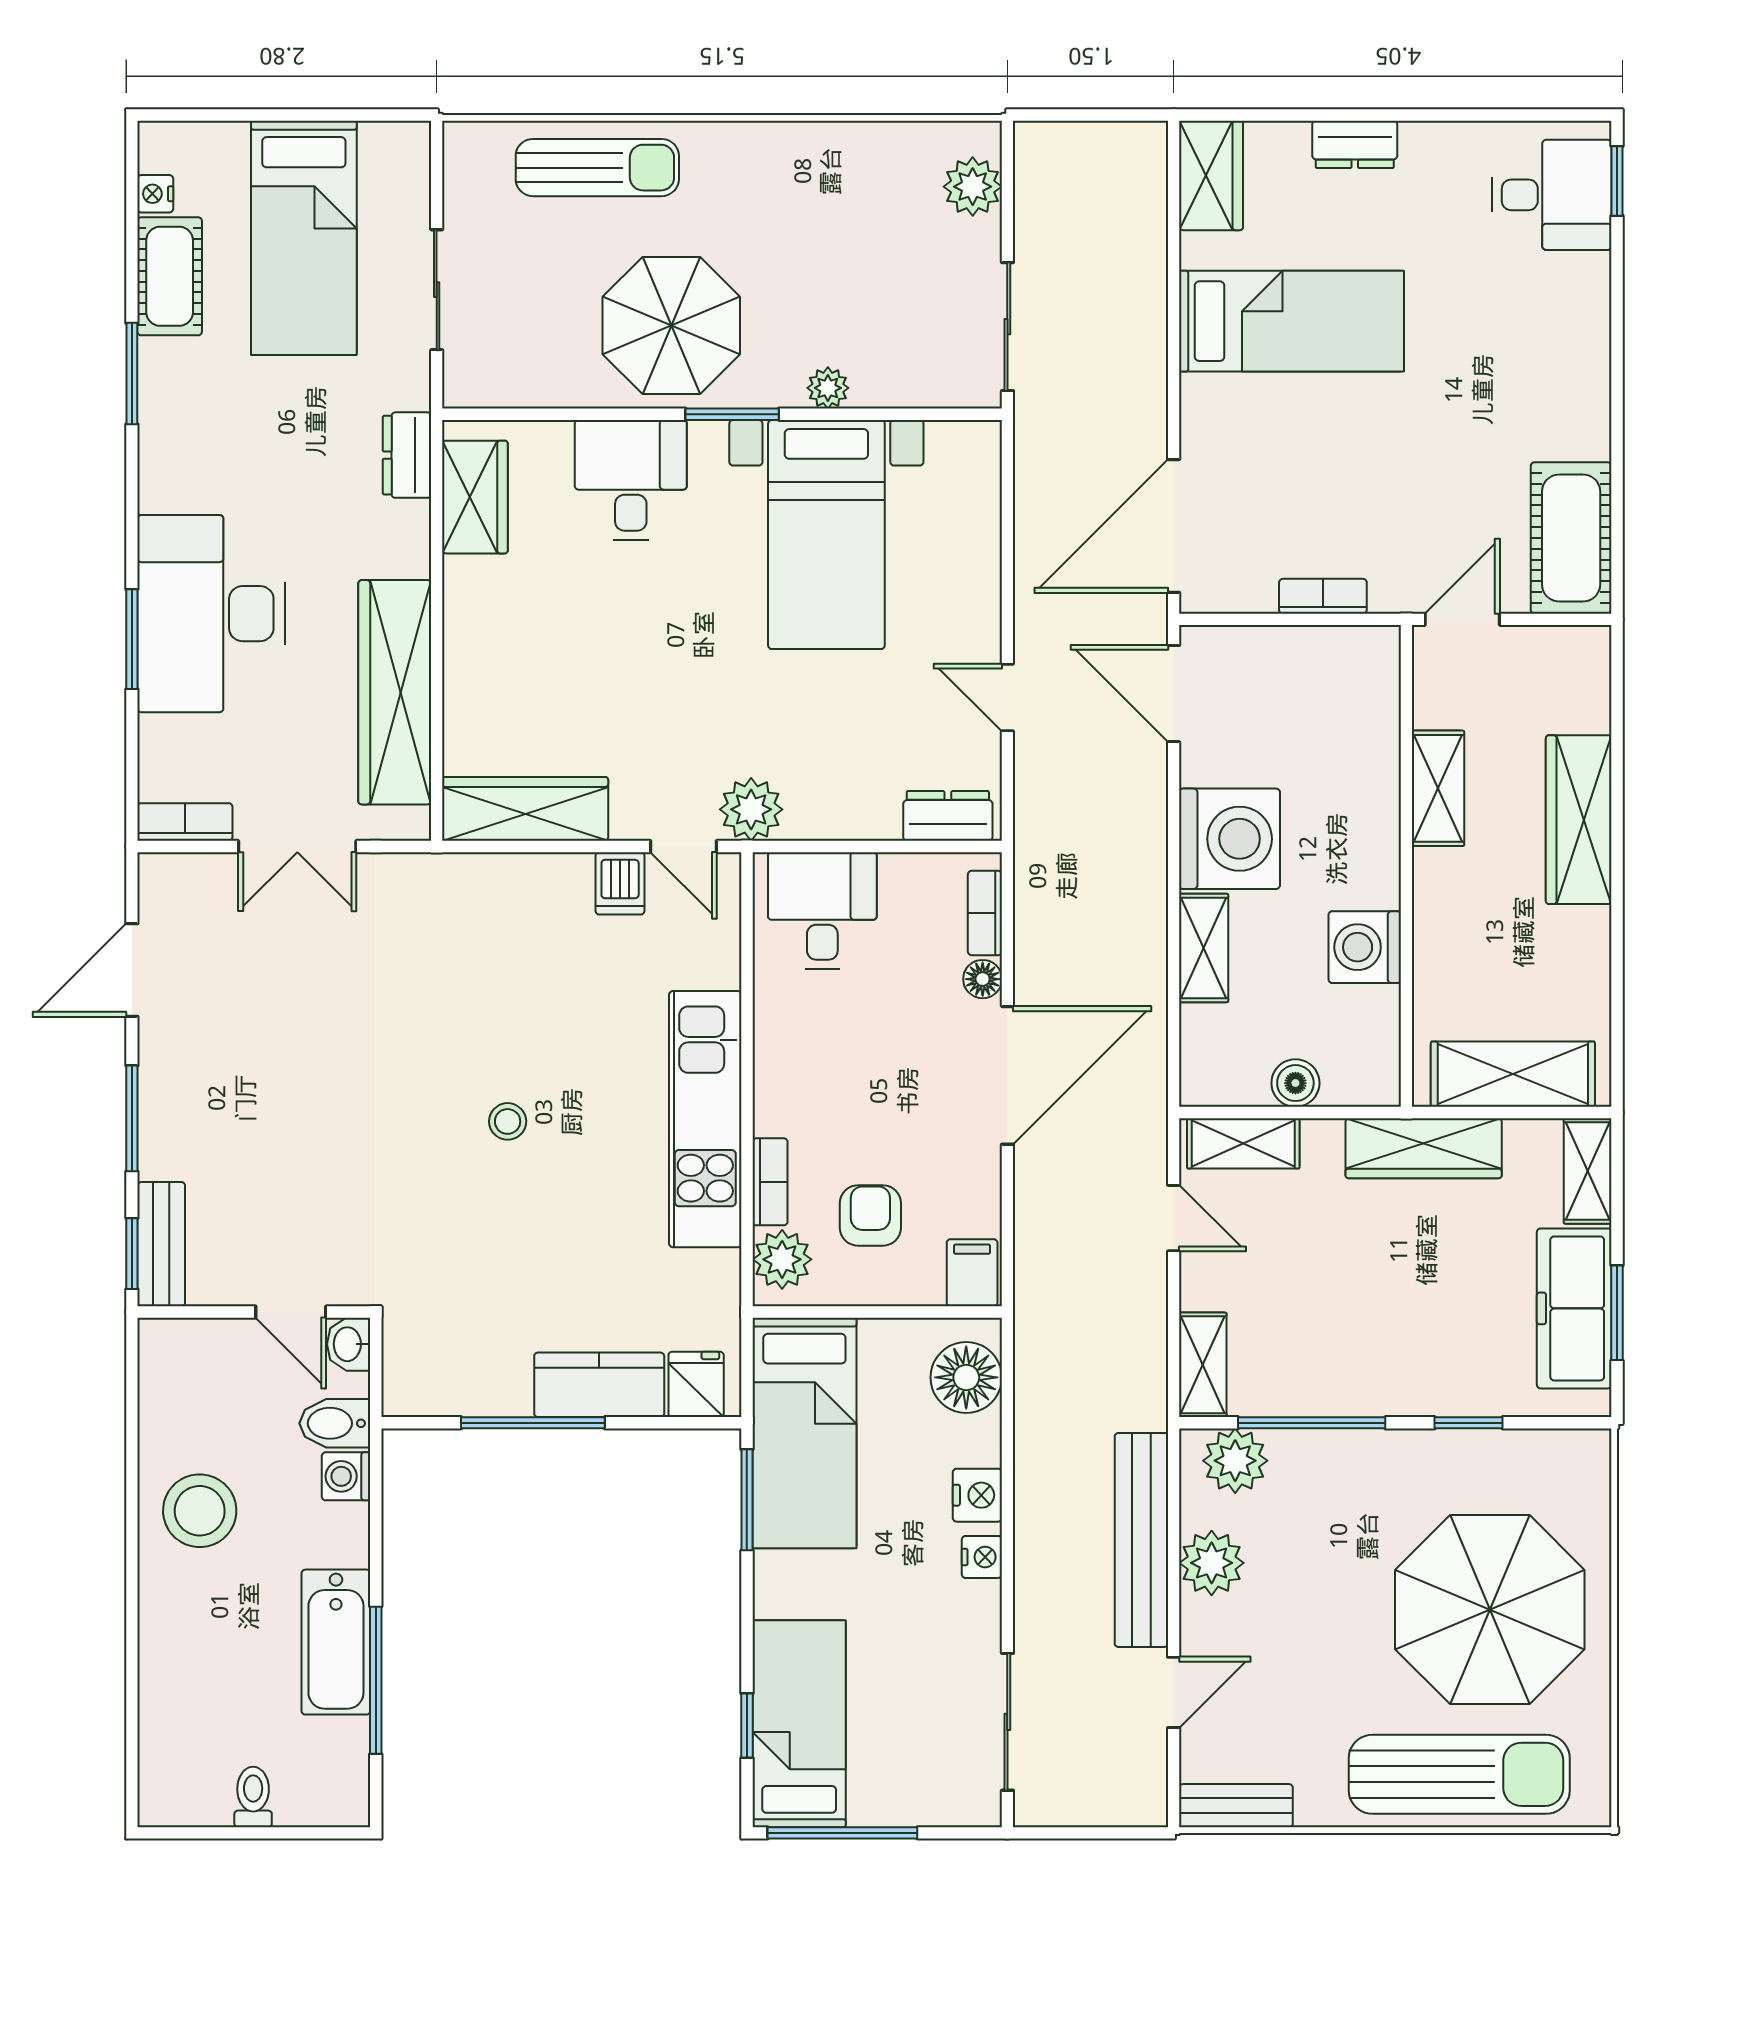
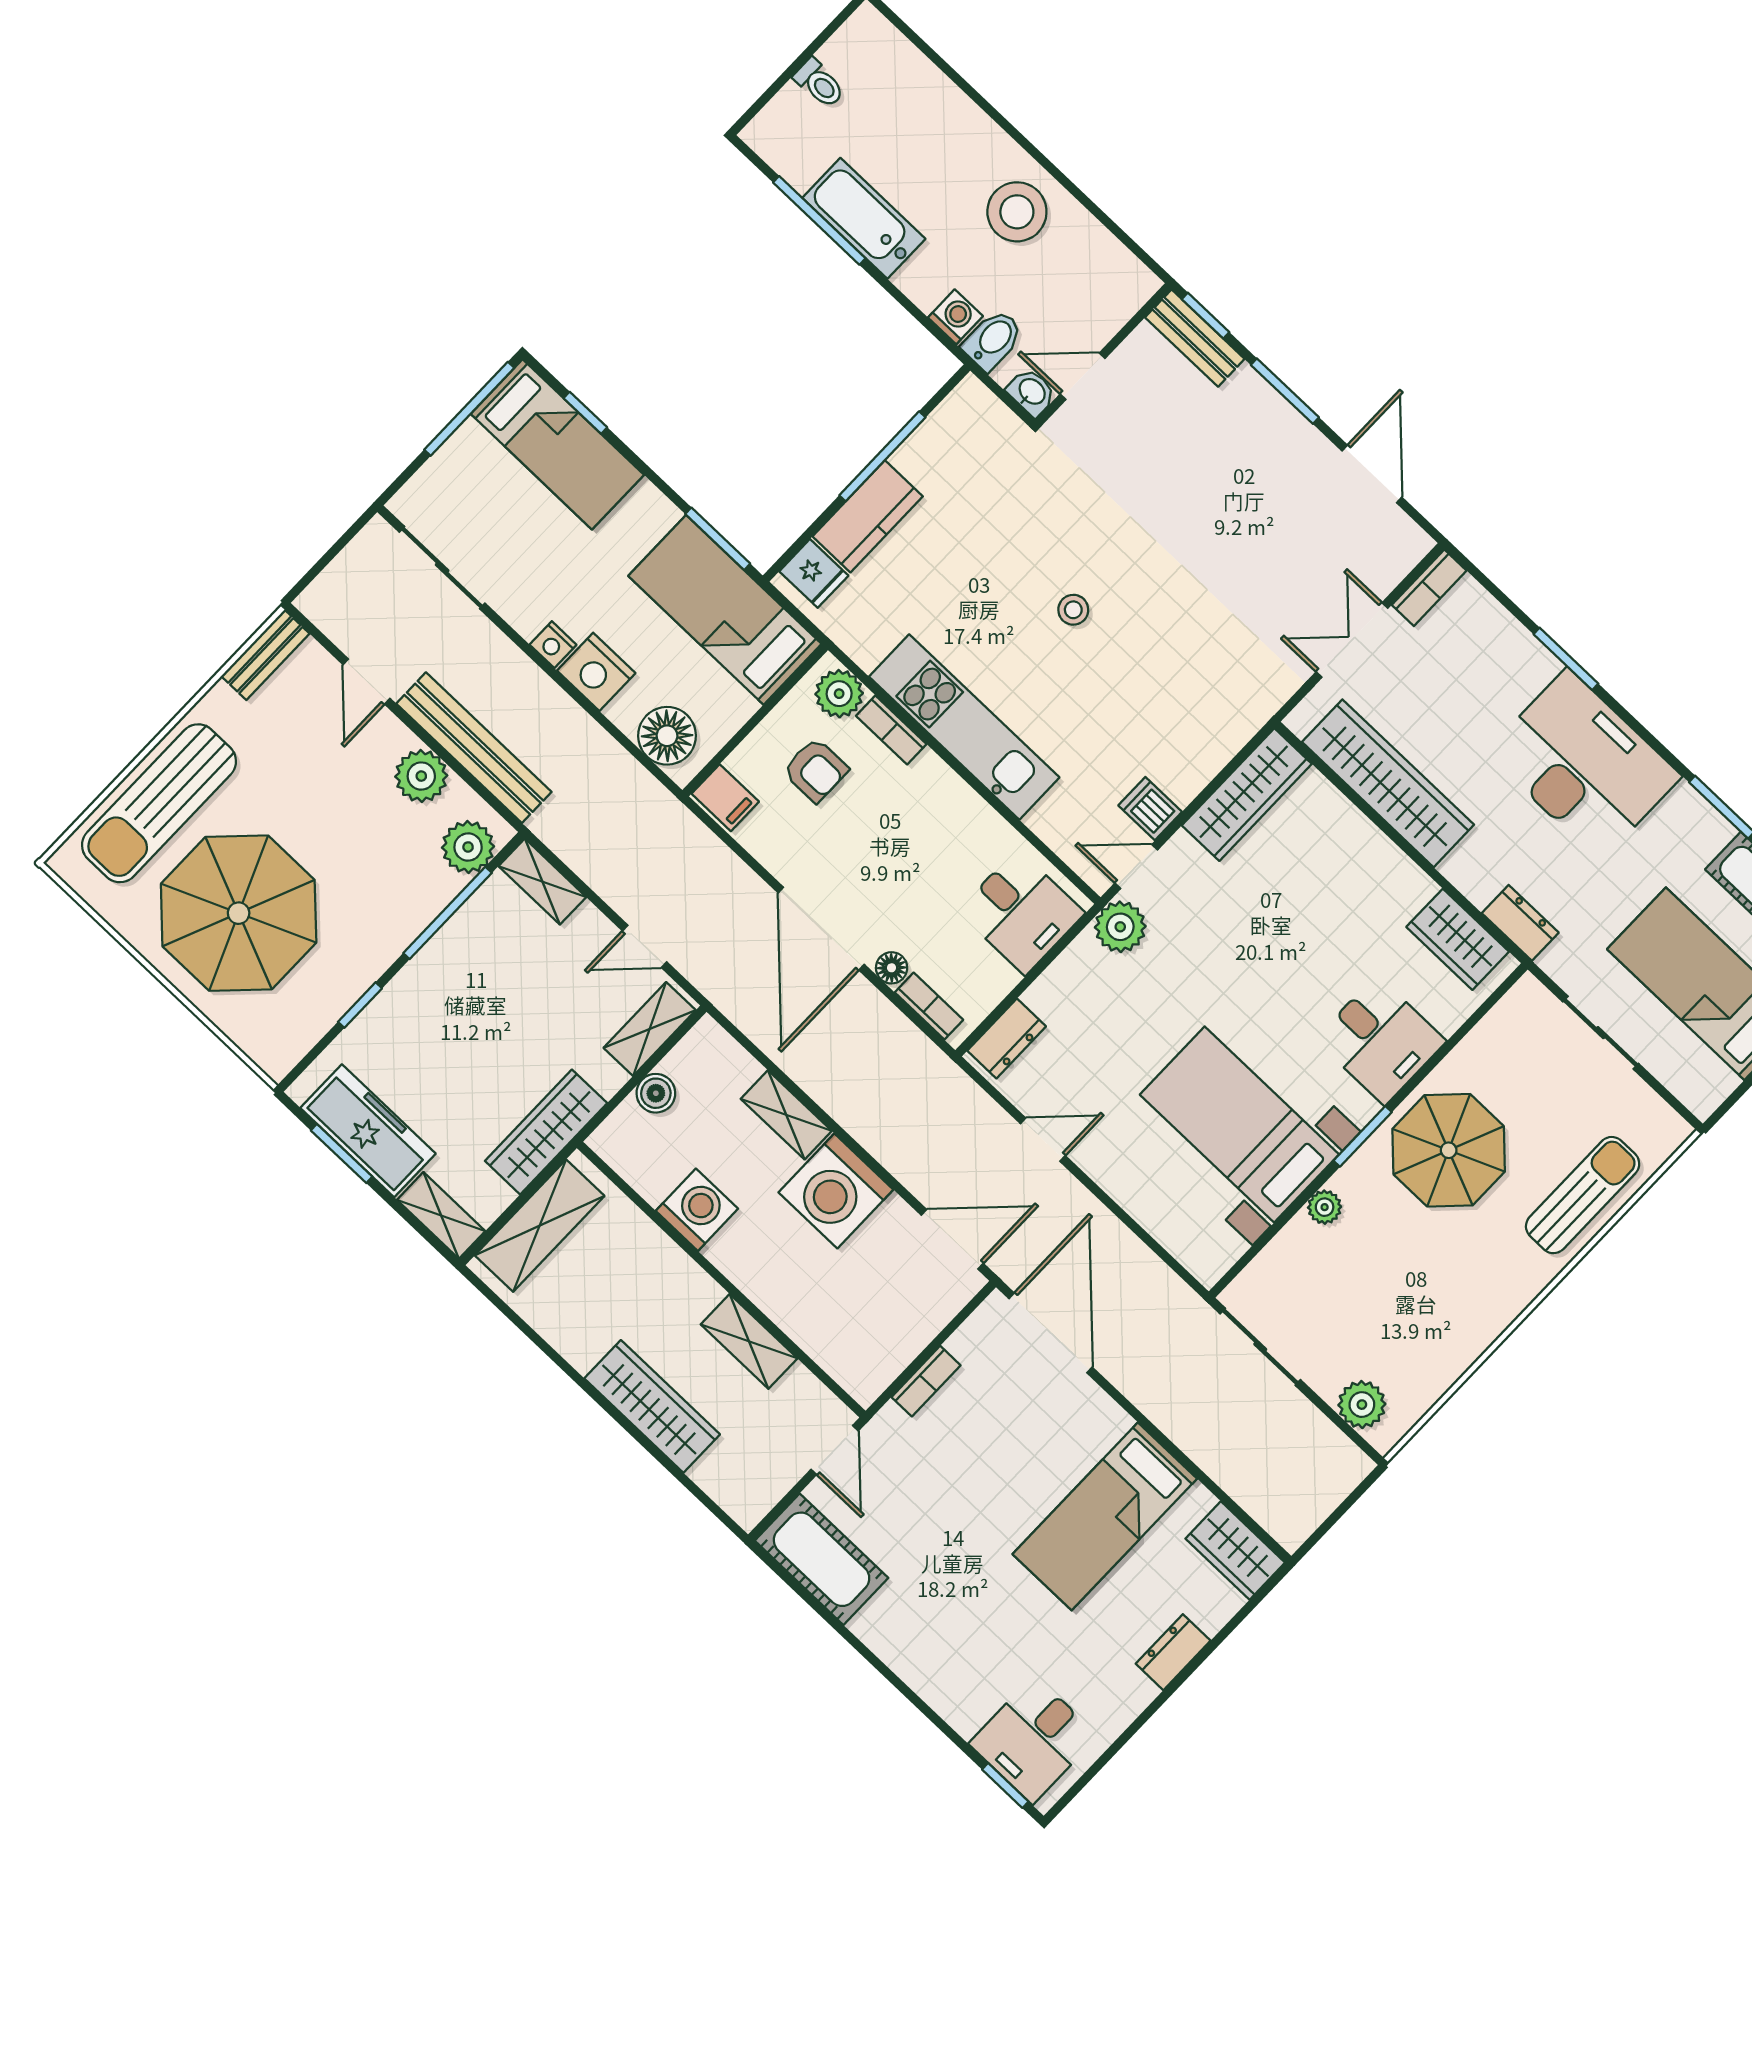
sun lounger: (597, 168) -> (1583, 1195), turned 180
desk: (211, 614) -> (1584, 765), moved
nightstand: (977, 1495) -> (596, 672), width x1.36, depth x1.33

